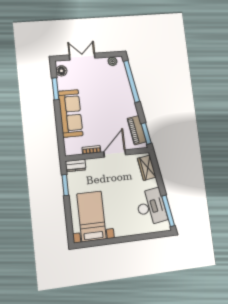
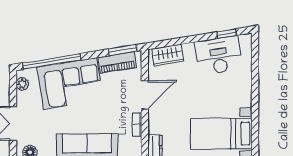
corner sofa: (117, 96) -> (70, 84), added
door: (115, 153) -> (145, 95), swing flipped
window: (168, 211) -> (226, 34), width x0.46

